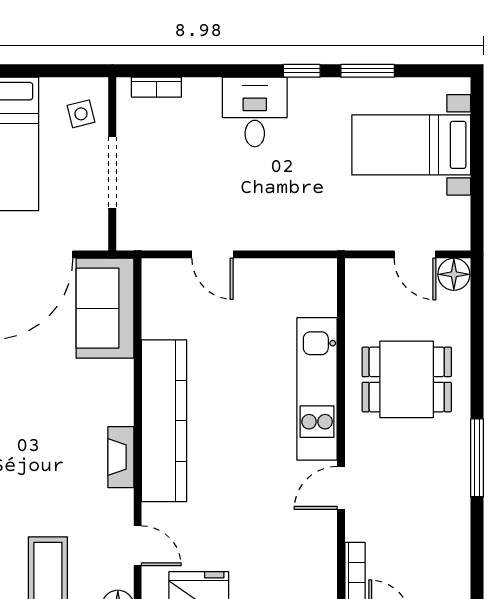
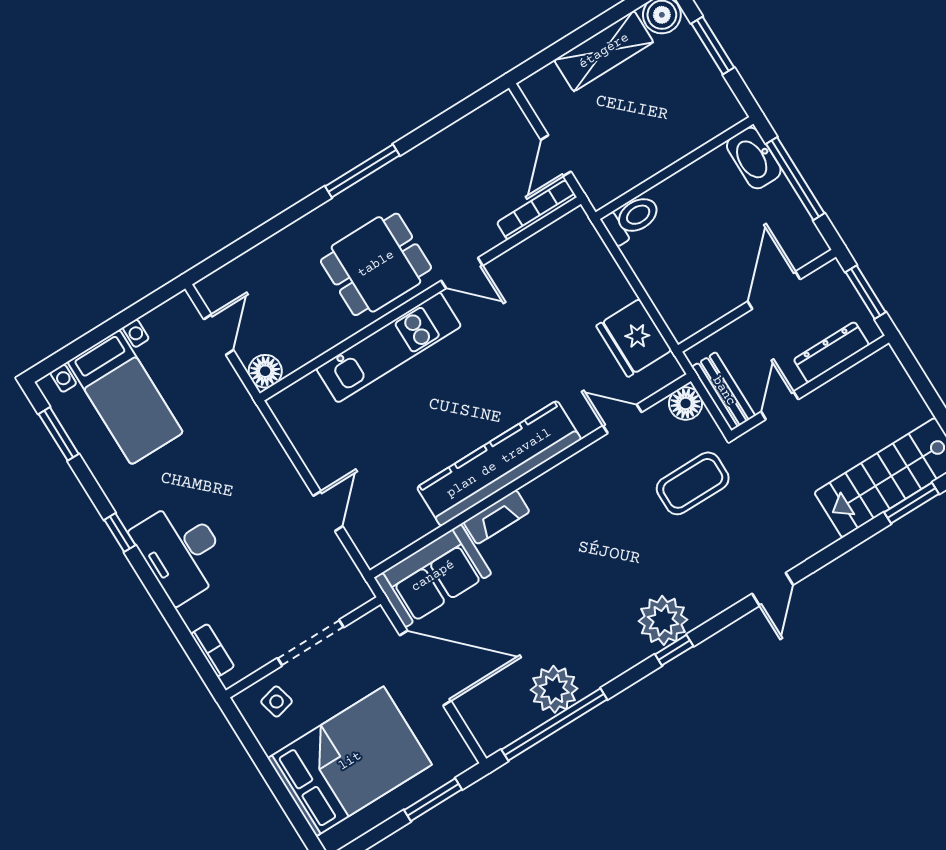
window: (368, 71) -> (59, 434), moved
desk: (255, 112) -> (181, 551), width x1.37
floor lamp: (454, 274) -> (265, 371), moved
dining table: (407, 379) -> (376, 264), moved, turned 90
fireplace: (121, 457) -> (497, 517), moved
door: (138, 546) -> (622, 419), hinge flipped

